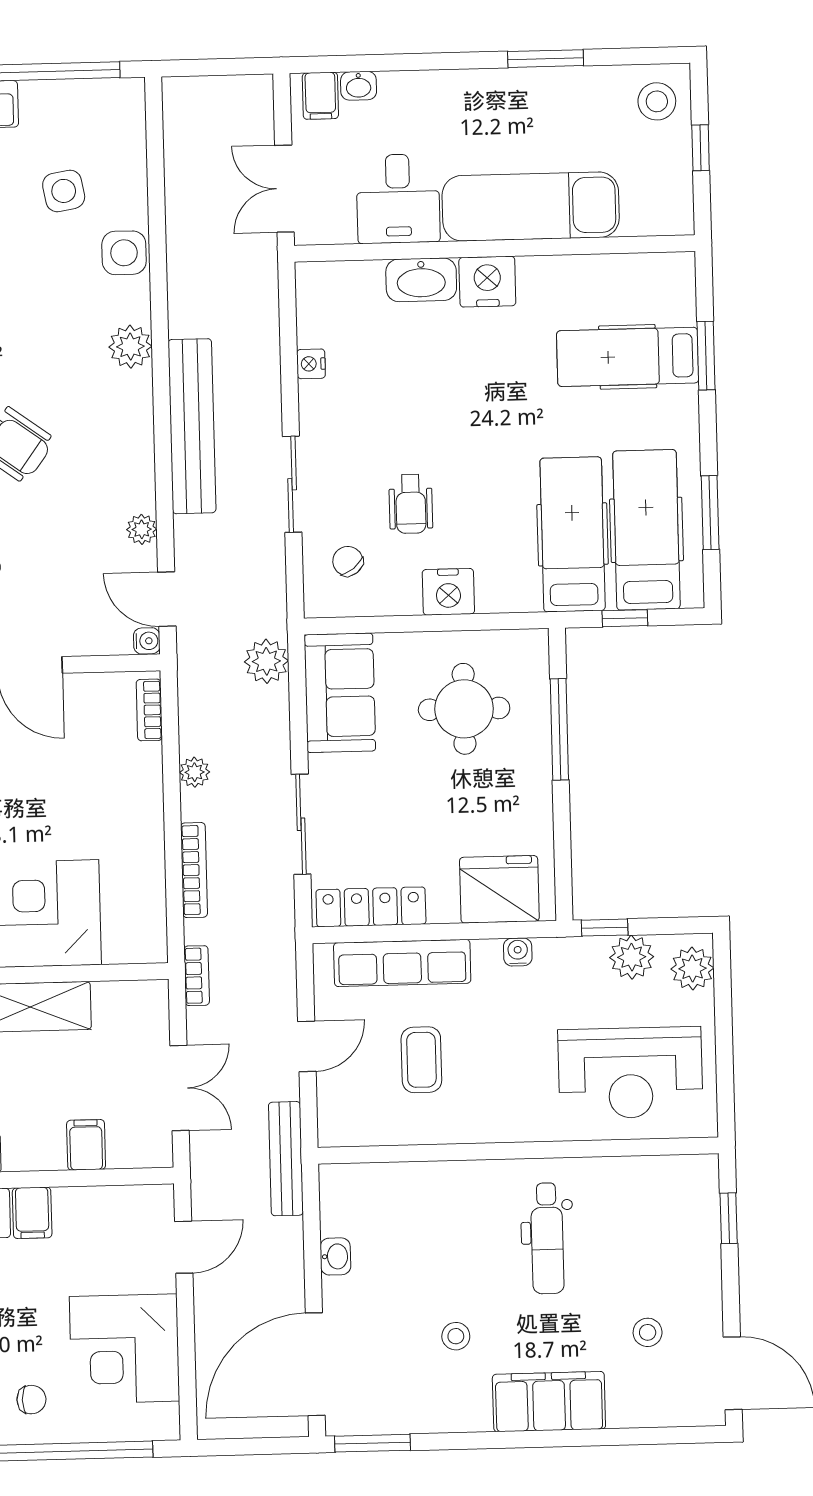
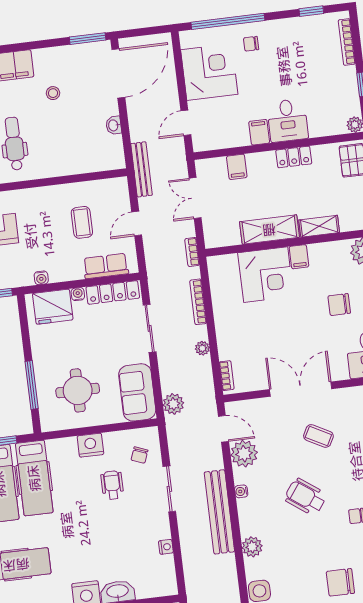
plant: (142, 529) -> (244, 454), width x1.88, depth x1.88
chair: (348, 561) -> (139, 455), turned 59
water cooler: (147, 641) -> (241, 491), moved
water cooler: (444, 910) -> (78, 294), added
row of seats: (402, 963) -> (106, 266), width x0.68

